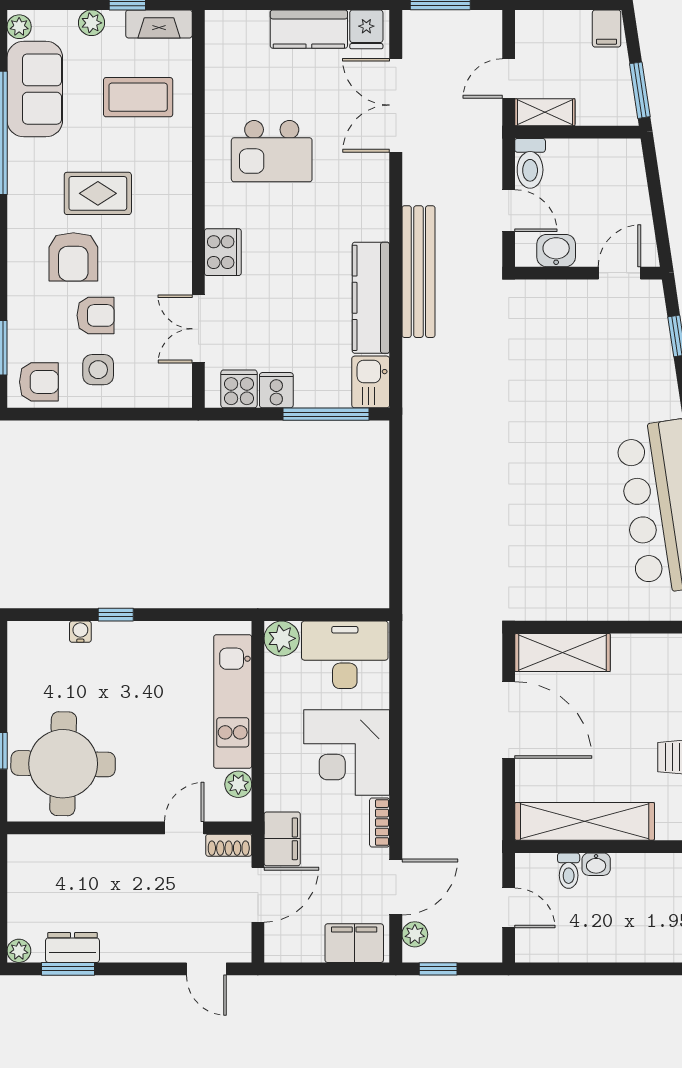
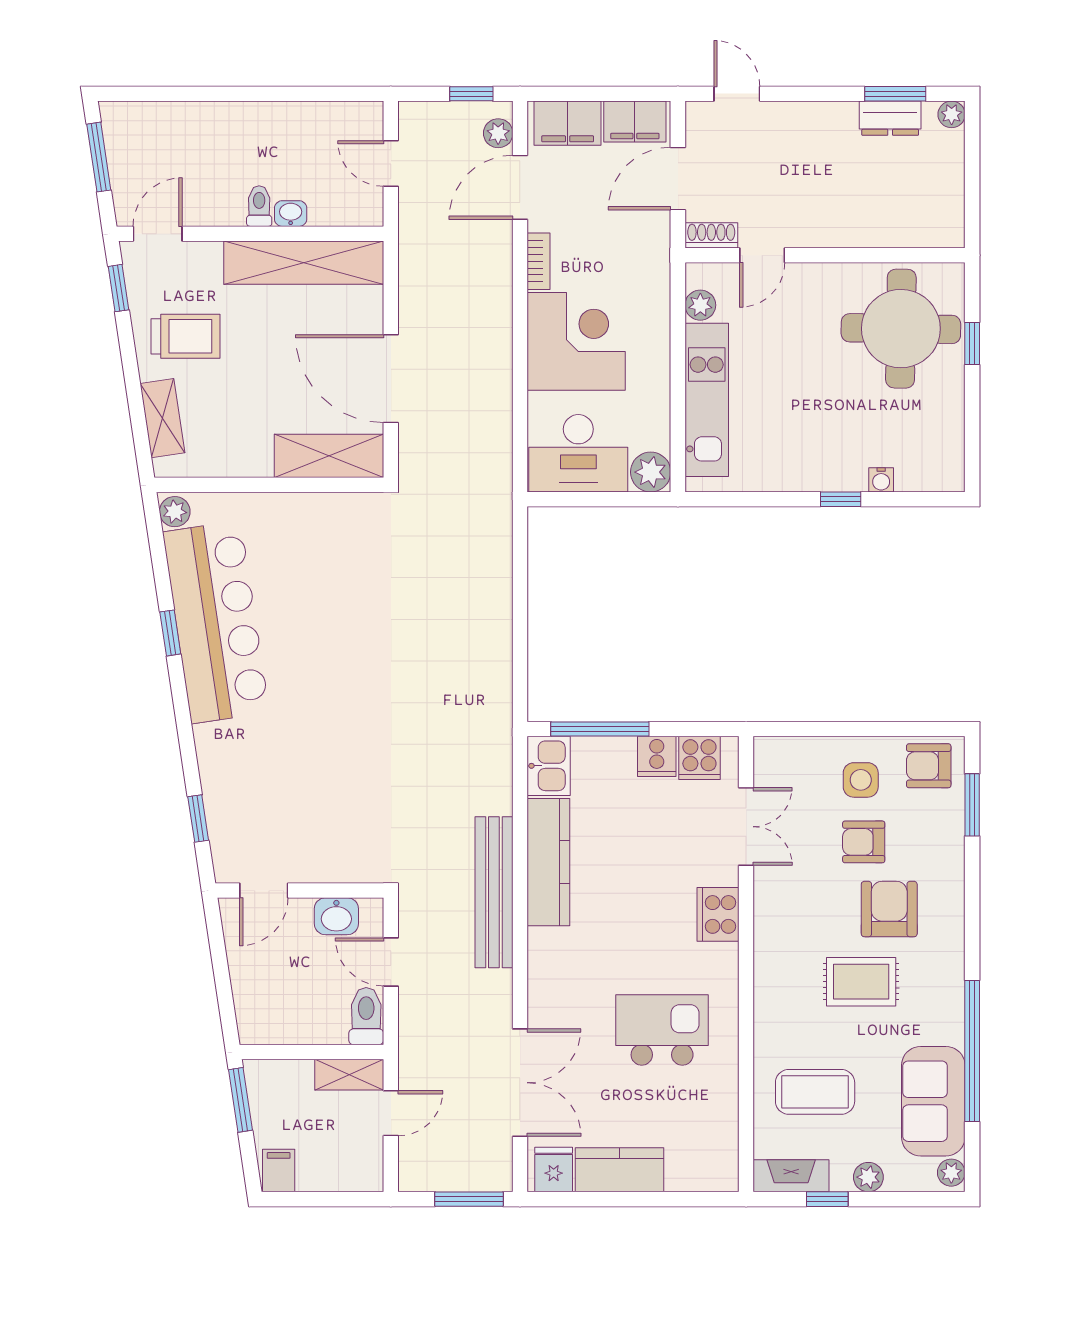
filing cabinet: (282, 839) -> (635, 122), moved, turned -90
toilet: (569, 871) -> (259, 206), moved

